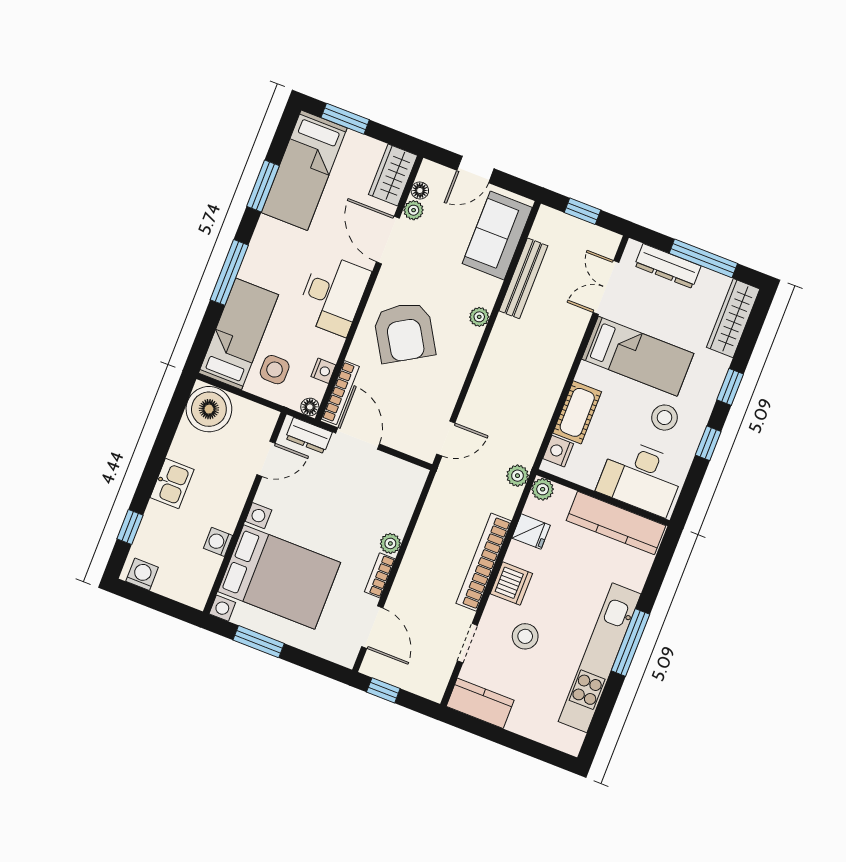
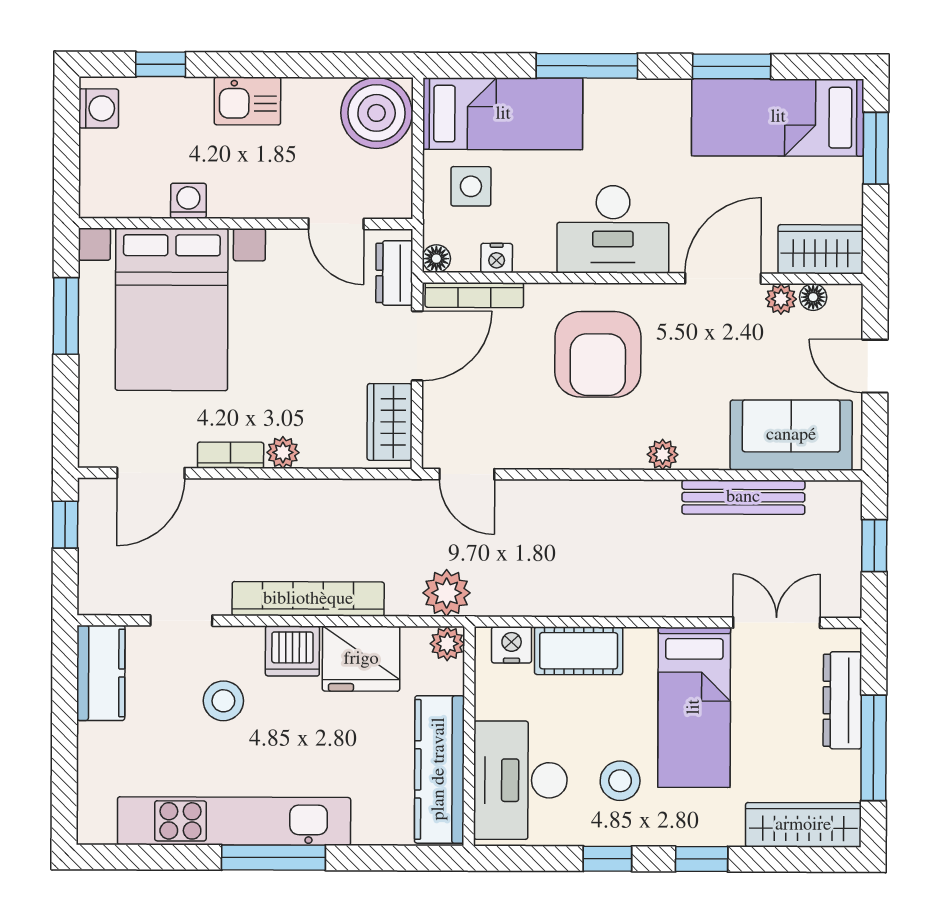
armchair: (404, 332) -> (598, 354), turned -59
wardrobe: (397, 473) -> (390, 422), added
plant: (517, 476) -> (447, 593), width x1.38, depth x1.38
fridge: (531, 532) -> (361, 659), width x1.88, depth x1.34

